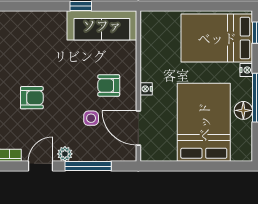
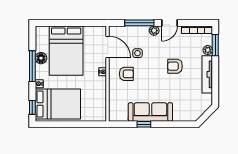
sofa: (102, 25) -> (150, 112), moved

